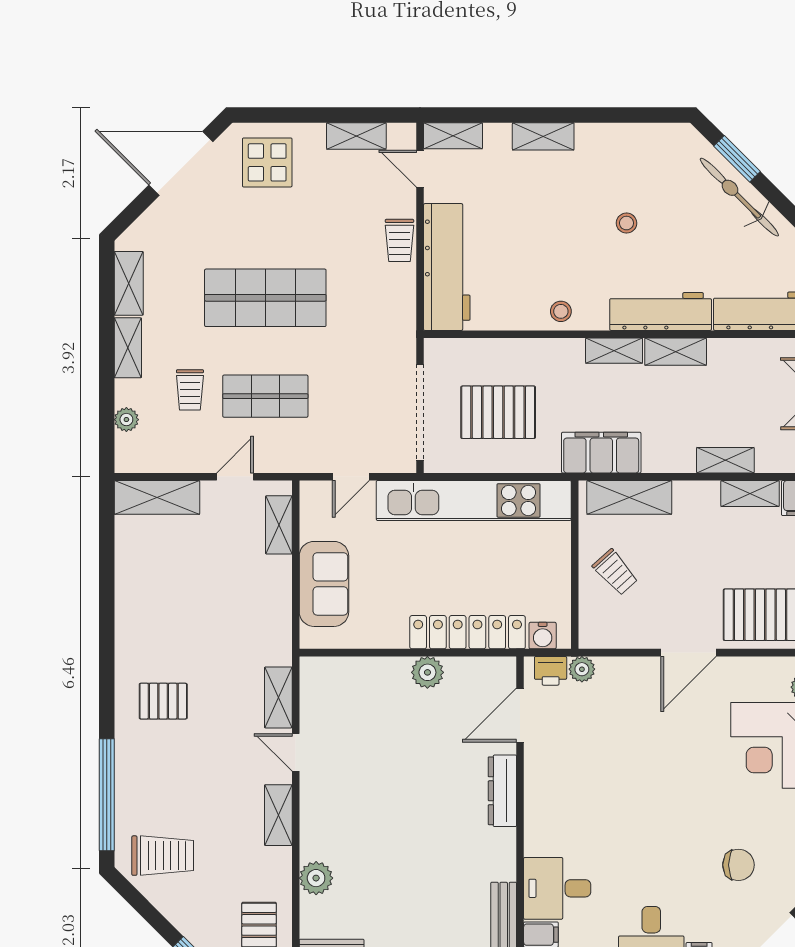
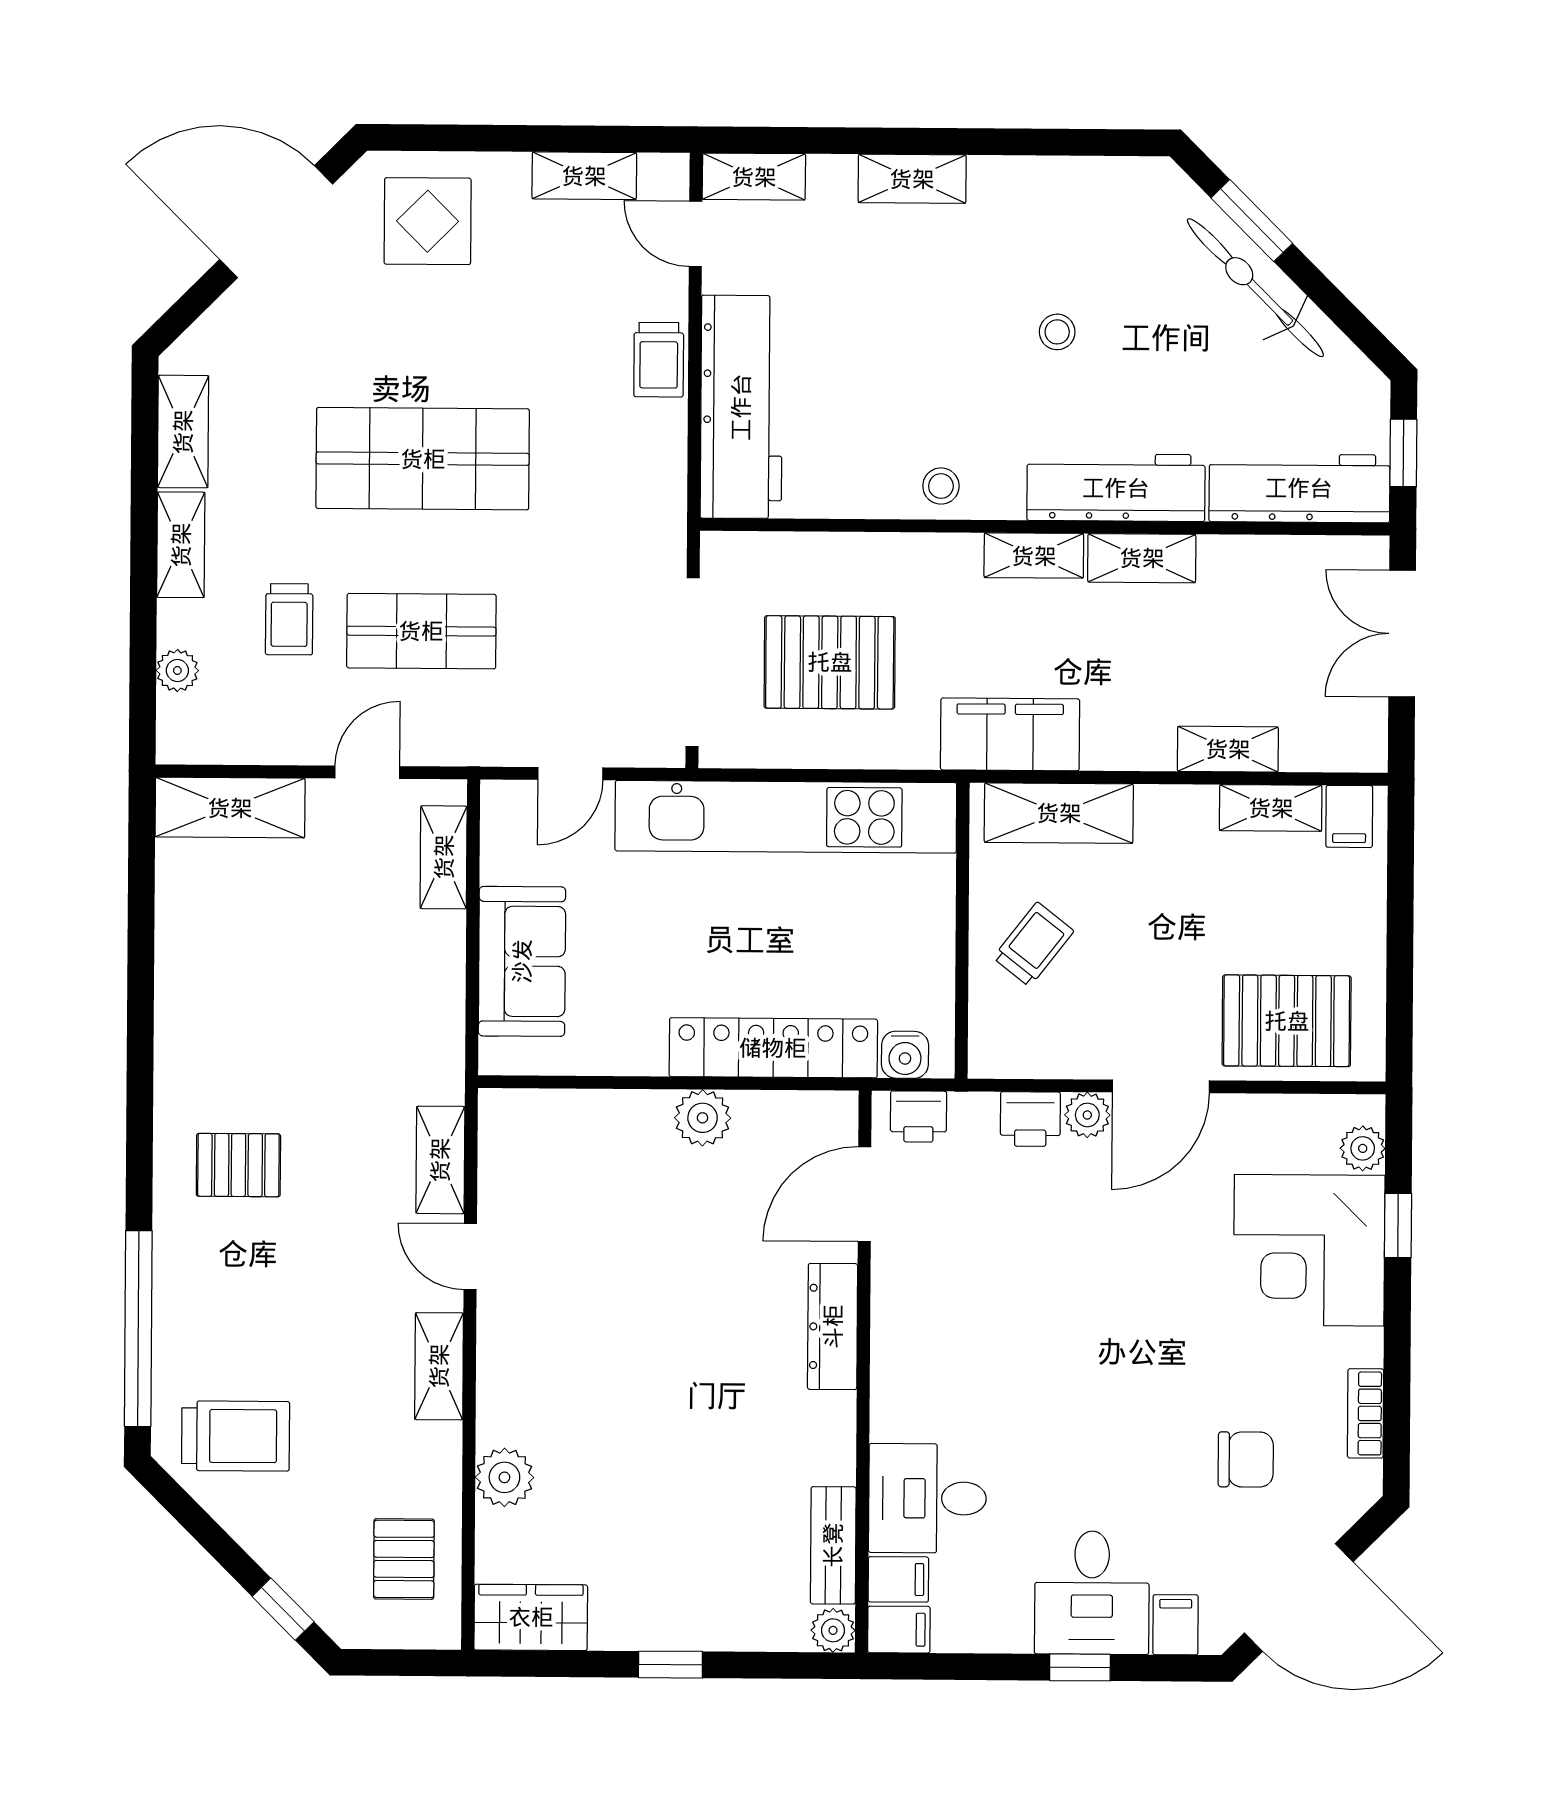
trolley: (615, 572) -> (1033, 944), turned -100
plant: (582, 669) -> (1087, 1115), moved
printer: (614, 672) -> (1030, 1119), added

